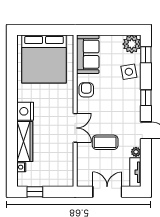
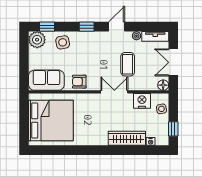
nightstand: (25, 111) -> (142, 101), moved, turned 180
side table: (57, 179) -> (161, 109), added
floor lamp: (82, 181) -> (163, 85), added

